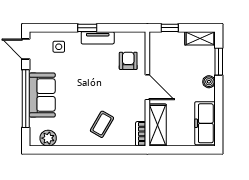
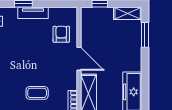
boiler: (209, 82) -> (136, 54), removed
coffee table: (102, 124) -> (37, 93), turned 60

